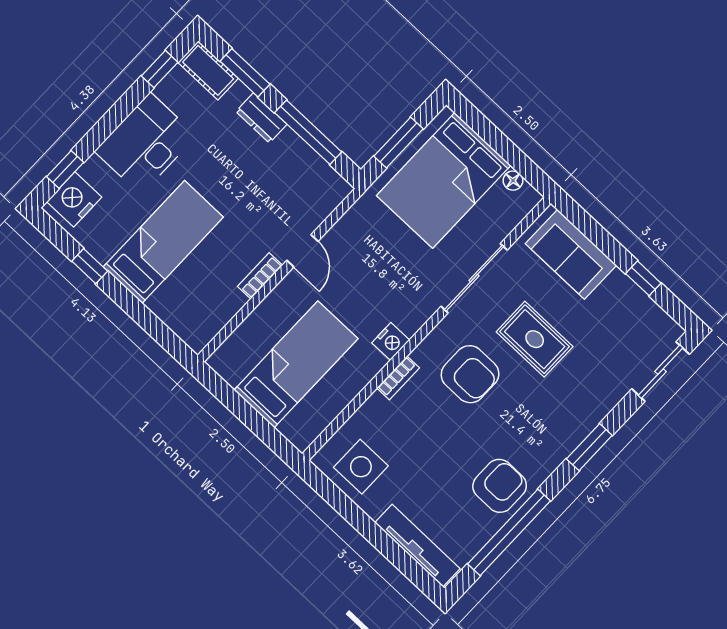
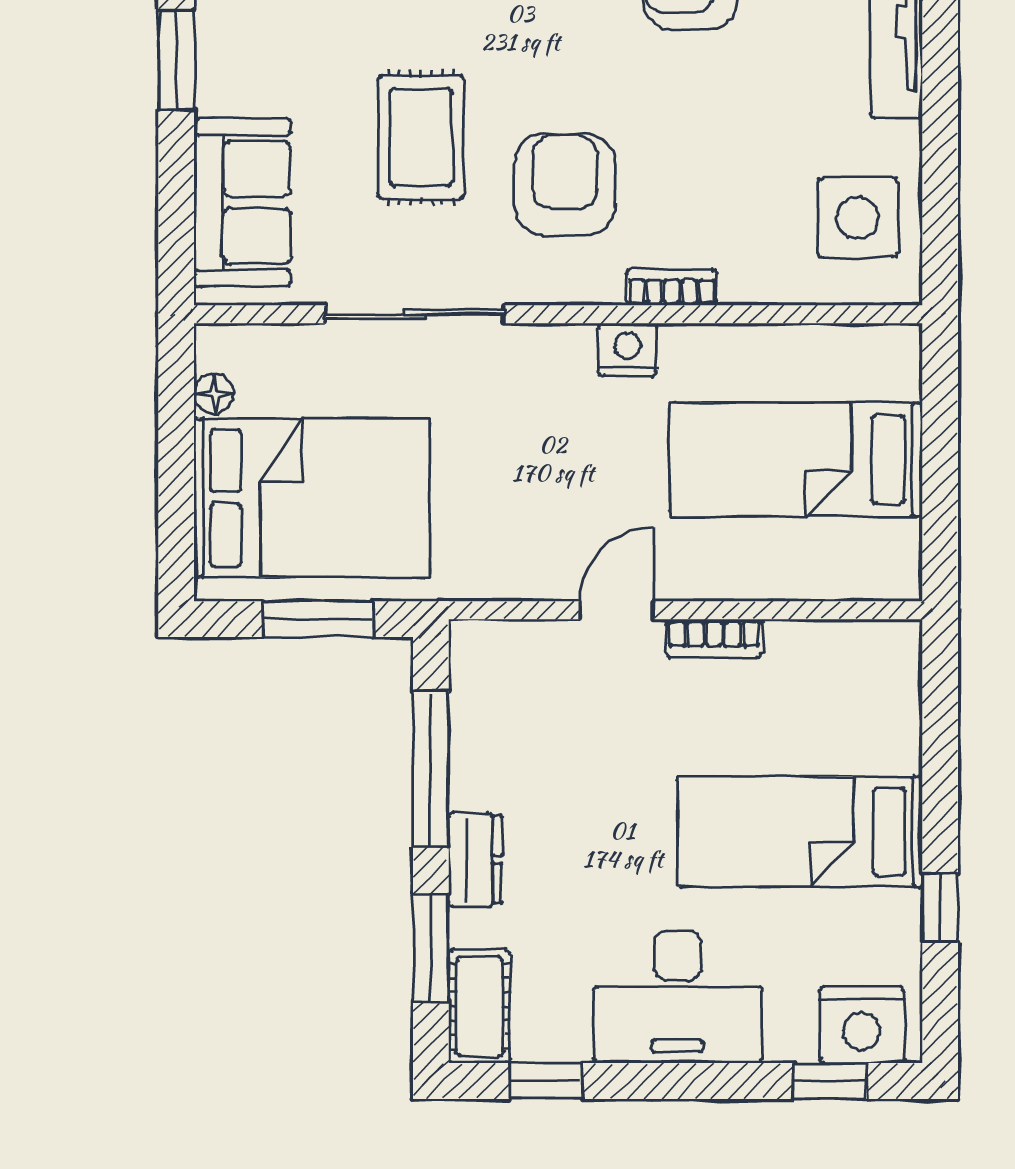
window: (643, 278) -> (176, 60), width x1.50

